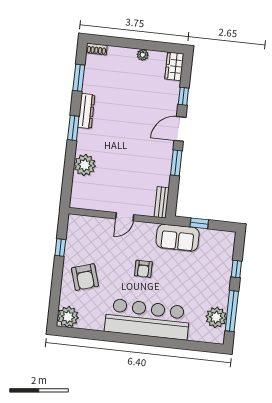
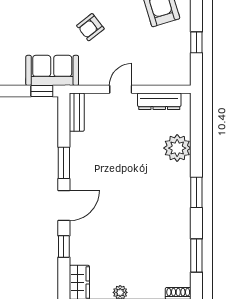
dresser: (86, 111) -> (159, 101), moved, turned -90
window: (199, 223) -> (42, 91), moved
armchair: (143, 269) -> (90, 27), turned -128

